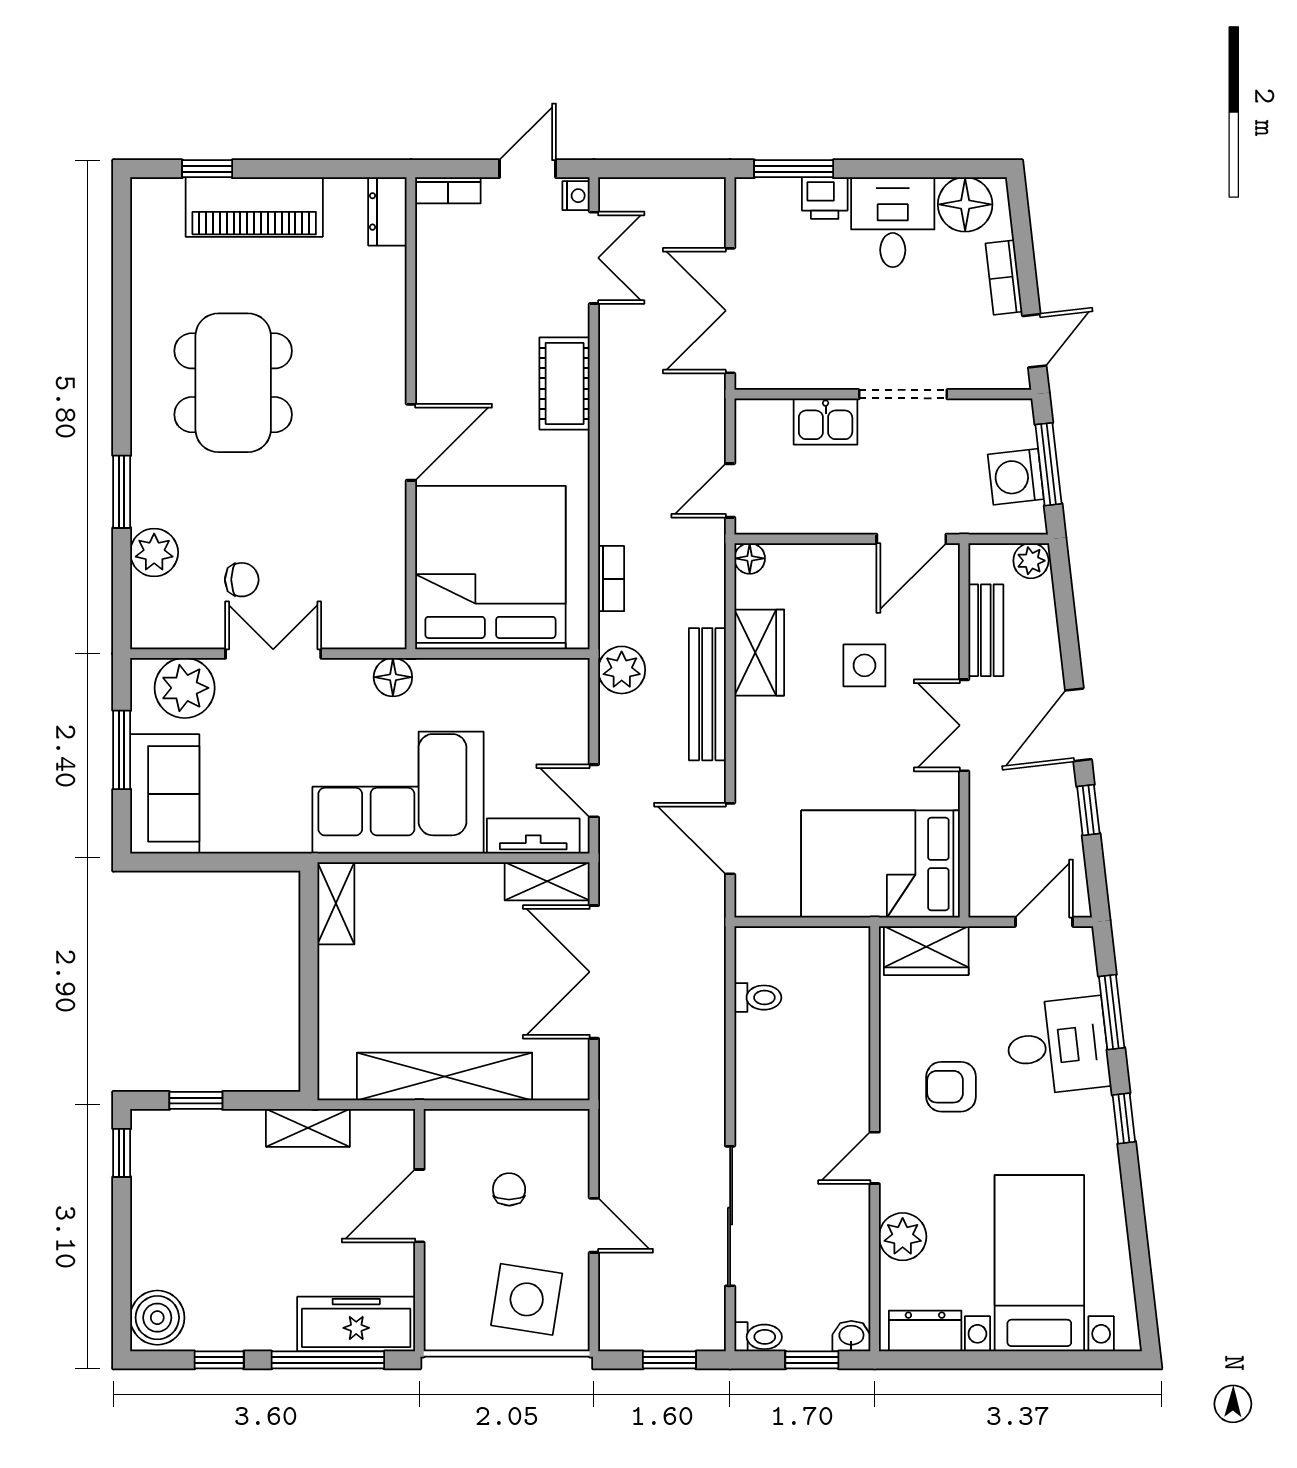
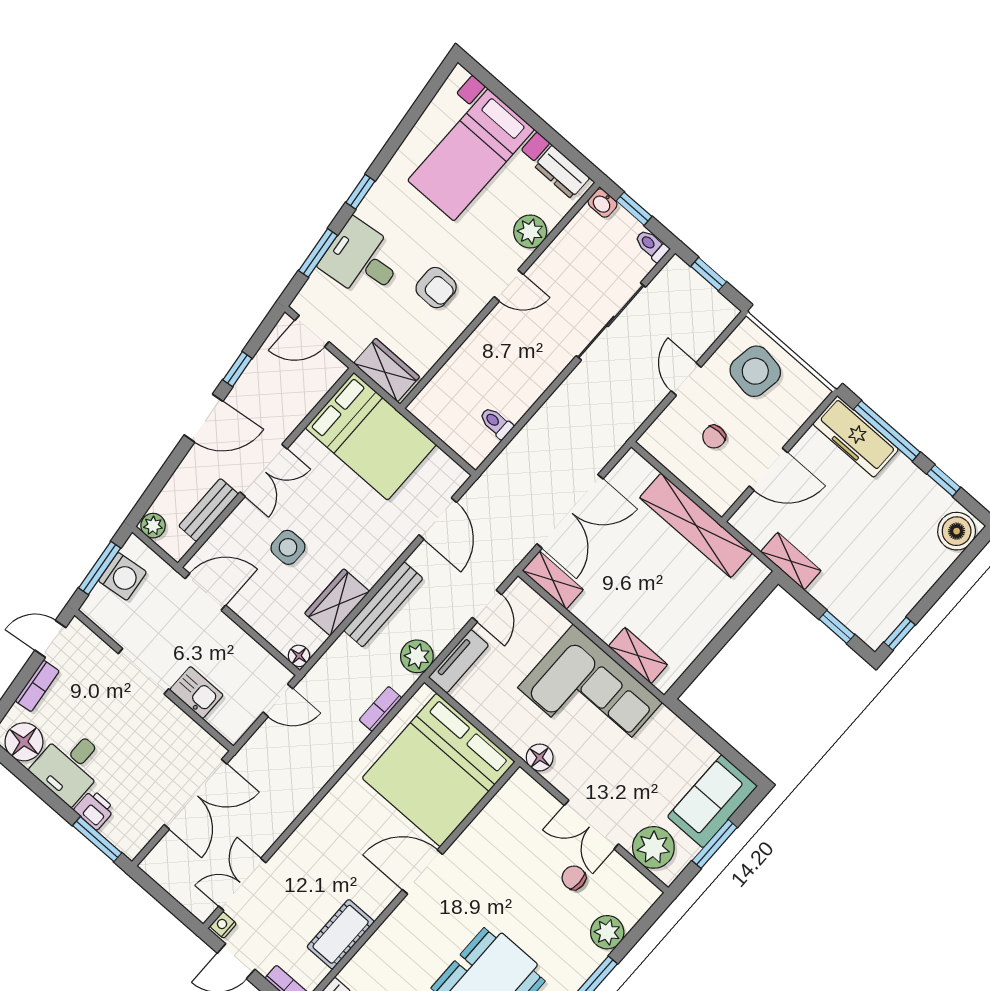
cot: (565, 383) -> (341, 934), moved
tv unit: (533, 836) -> (459, 661), moved, turned -90
shelving: (336, 903) -> (638, 656), moved, turned 90

